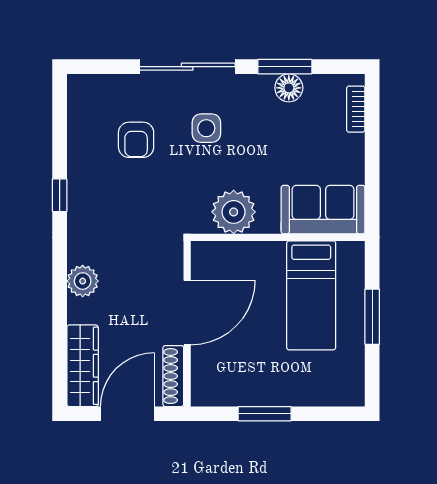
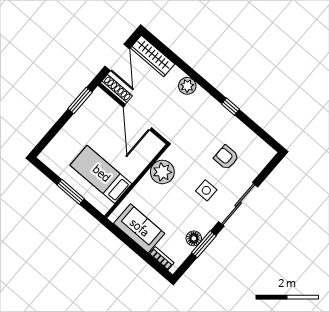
sofa: (323, 210) -> (139, 228), moved, turned -90
window: (265, 414) -> (80, 100), moved

